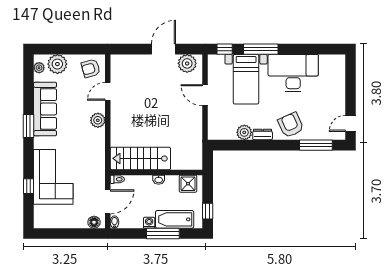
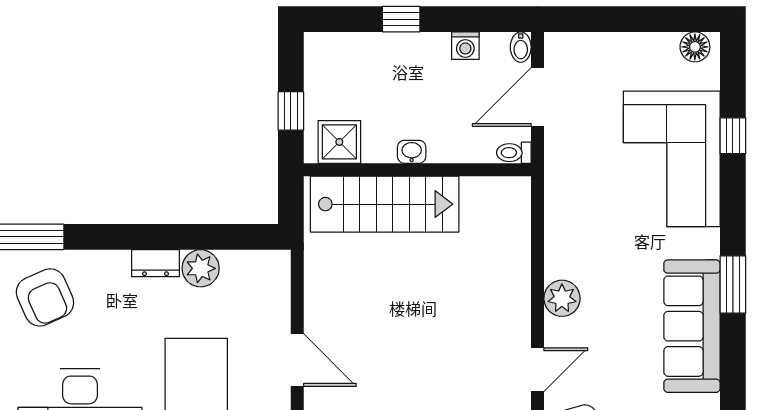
armchair: (291, 125) -> (45, 297), moved
stairs: (140, 158) -> (385, 204), moved
window: (208, 211) -> (291, 111), moved
bathtub: (175, 219) -> (372, 54), removed
floor lamp: (94, 222) -> (695, 47), moved
washing machine: (149, 223) -> (465, 46), moved
window: (163, 233) -> (401, 19), width x0.46

